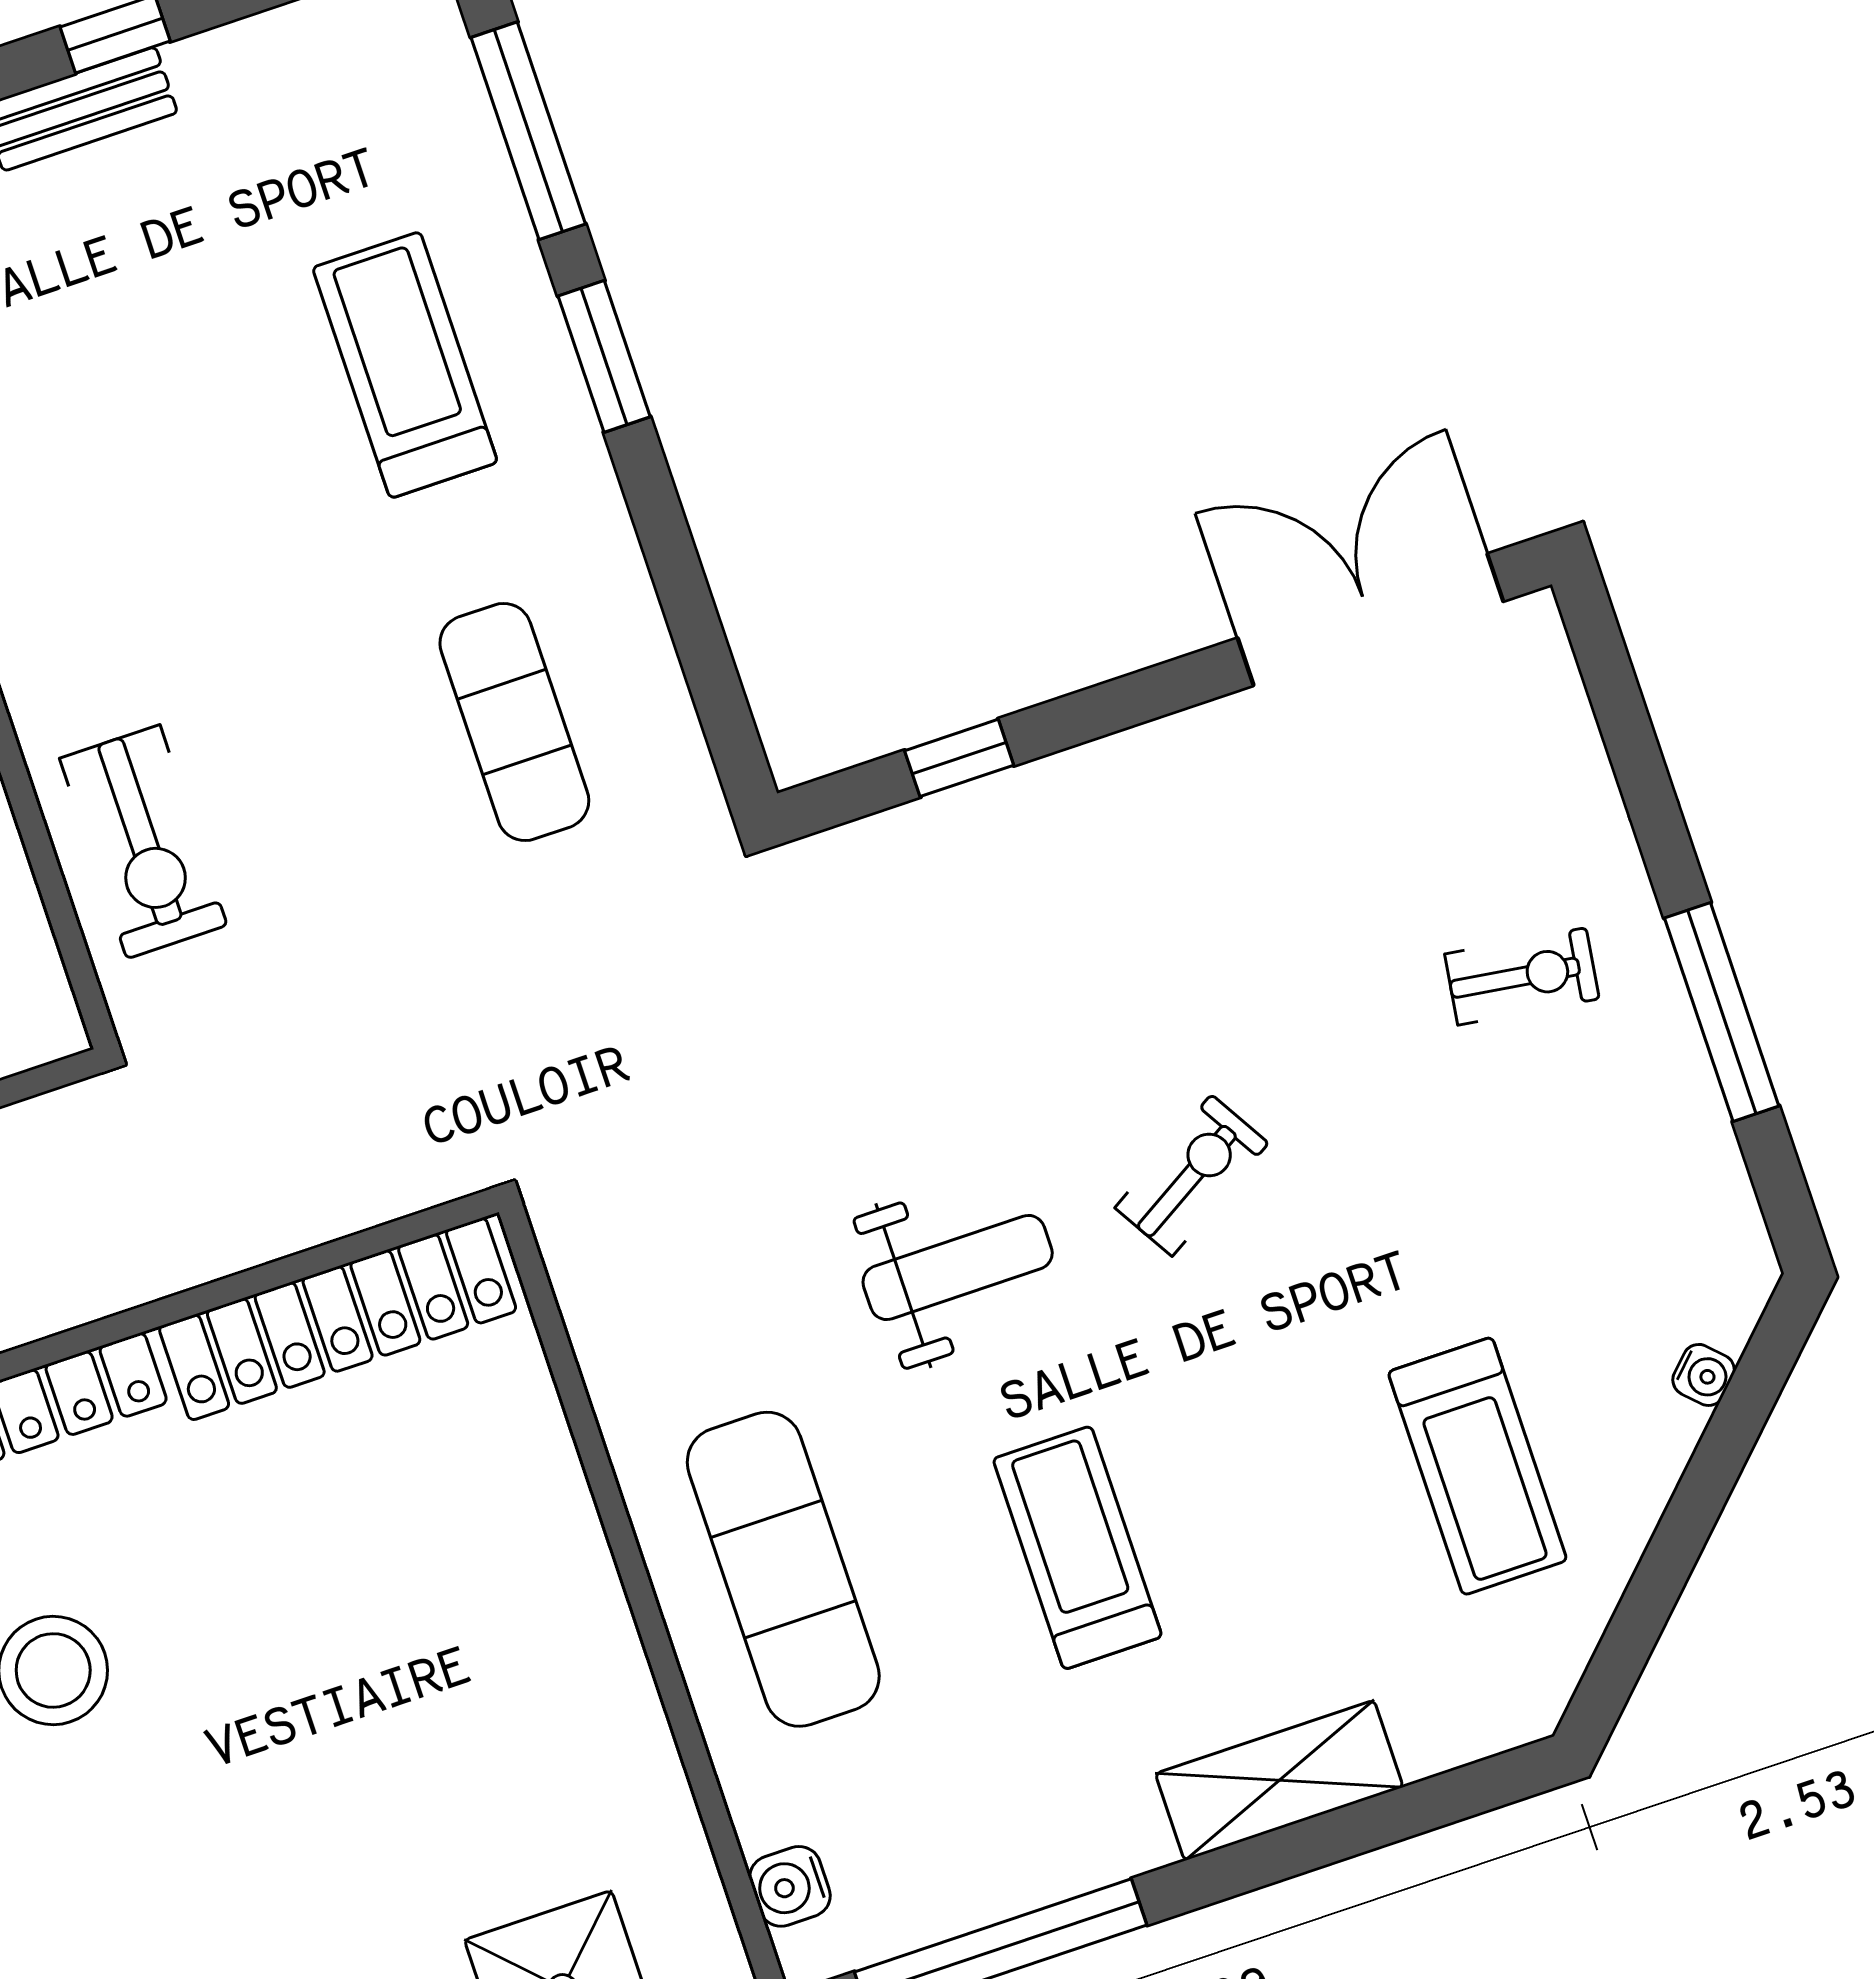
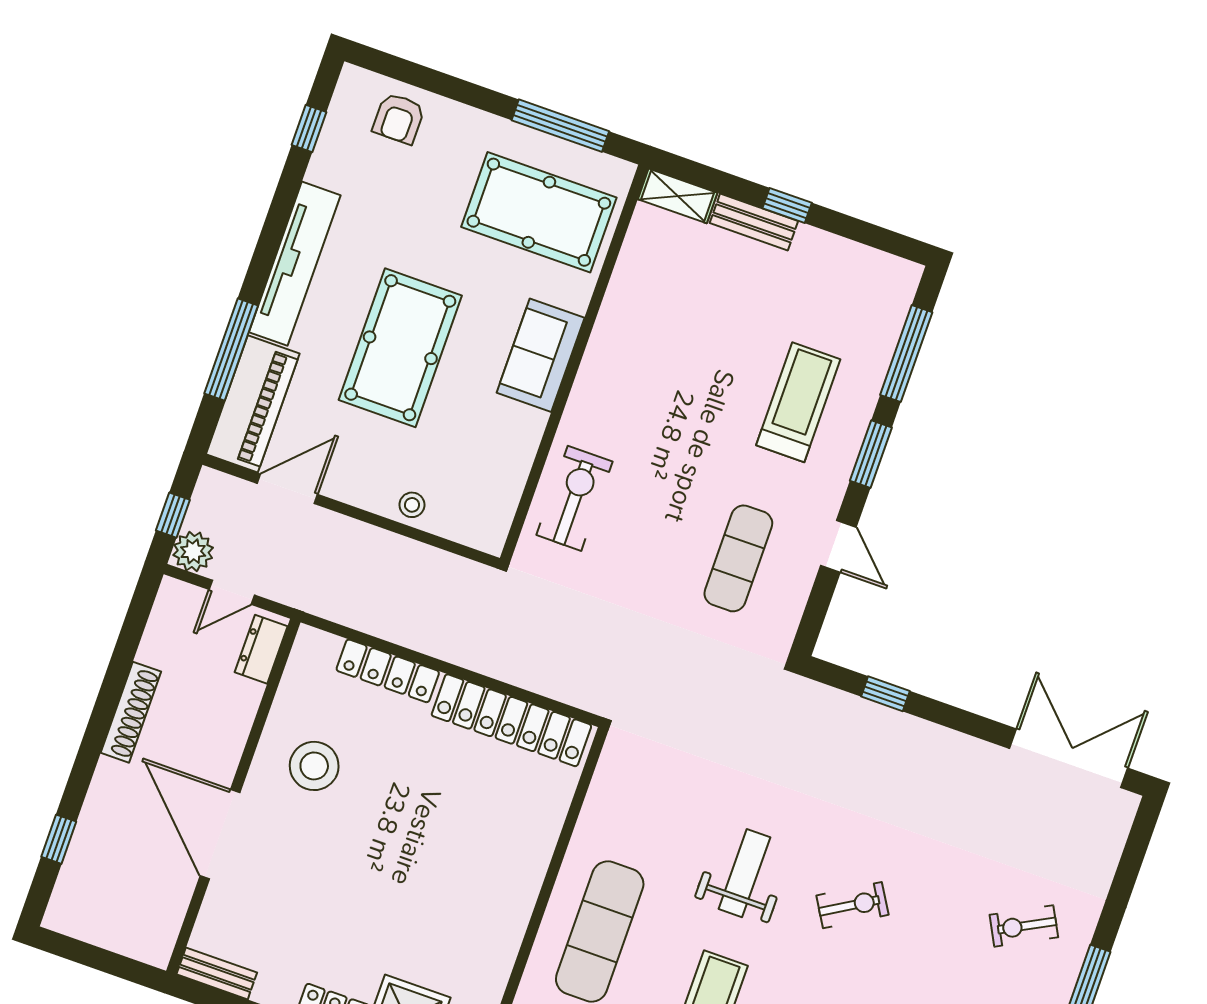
door: (674, 563) -> (838, 546), added
exercise bike: (143, 842) -> (574, 498), turned 180
exercise bike: (1522, 976) -> (1024, 926), turned 144
weight bench: (958, 1268) -> (744, 873), turned -90

